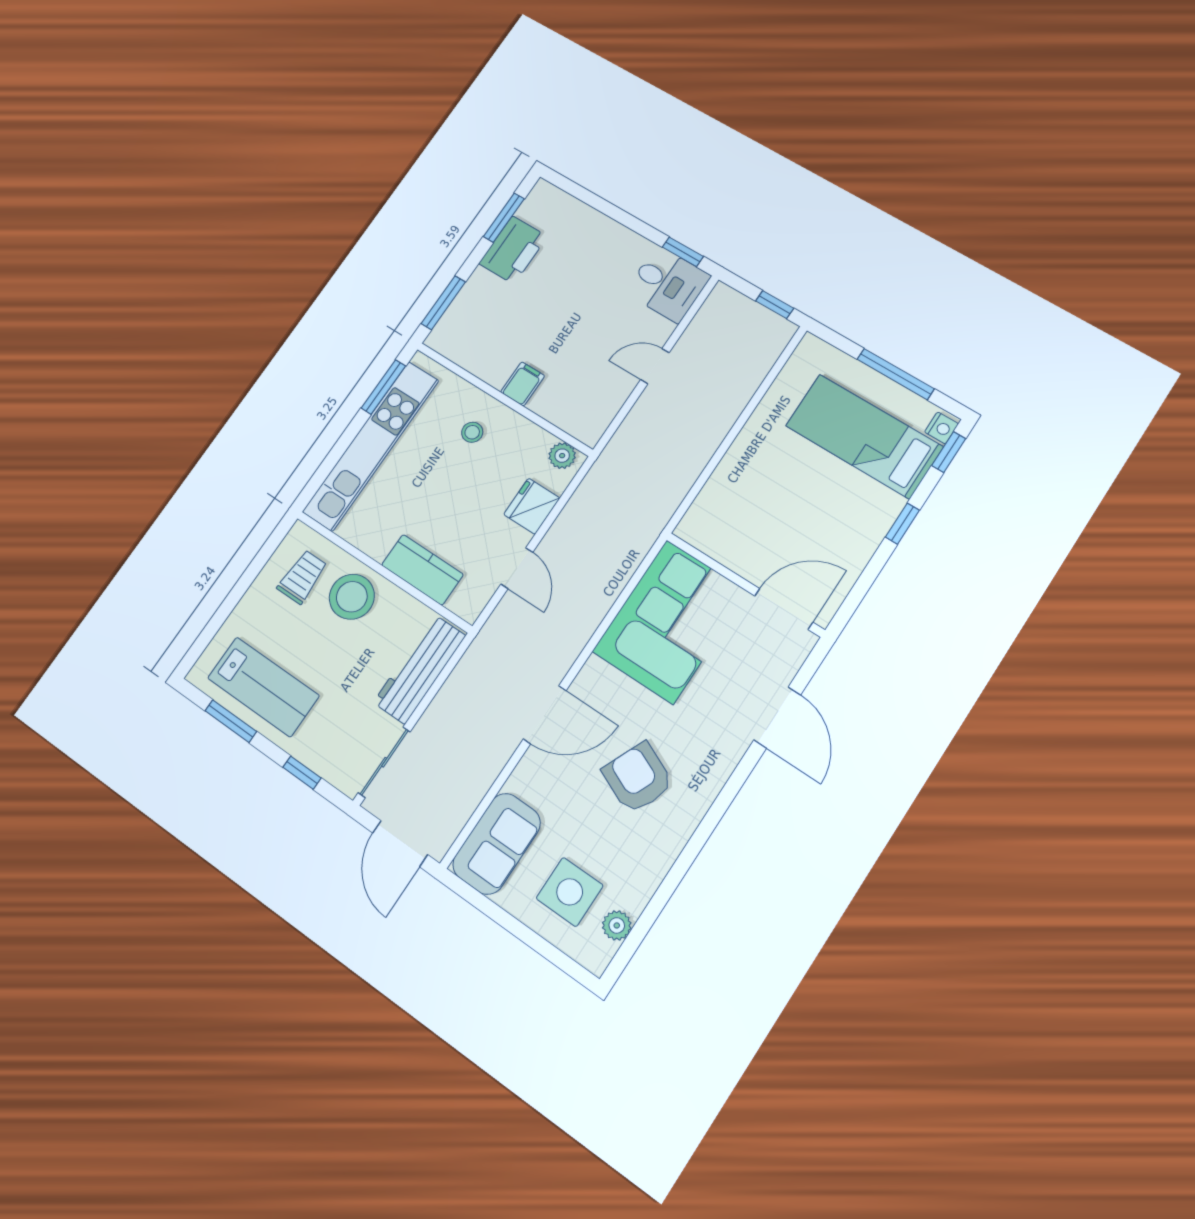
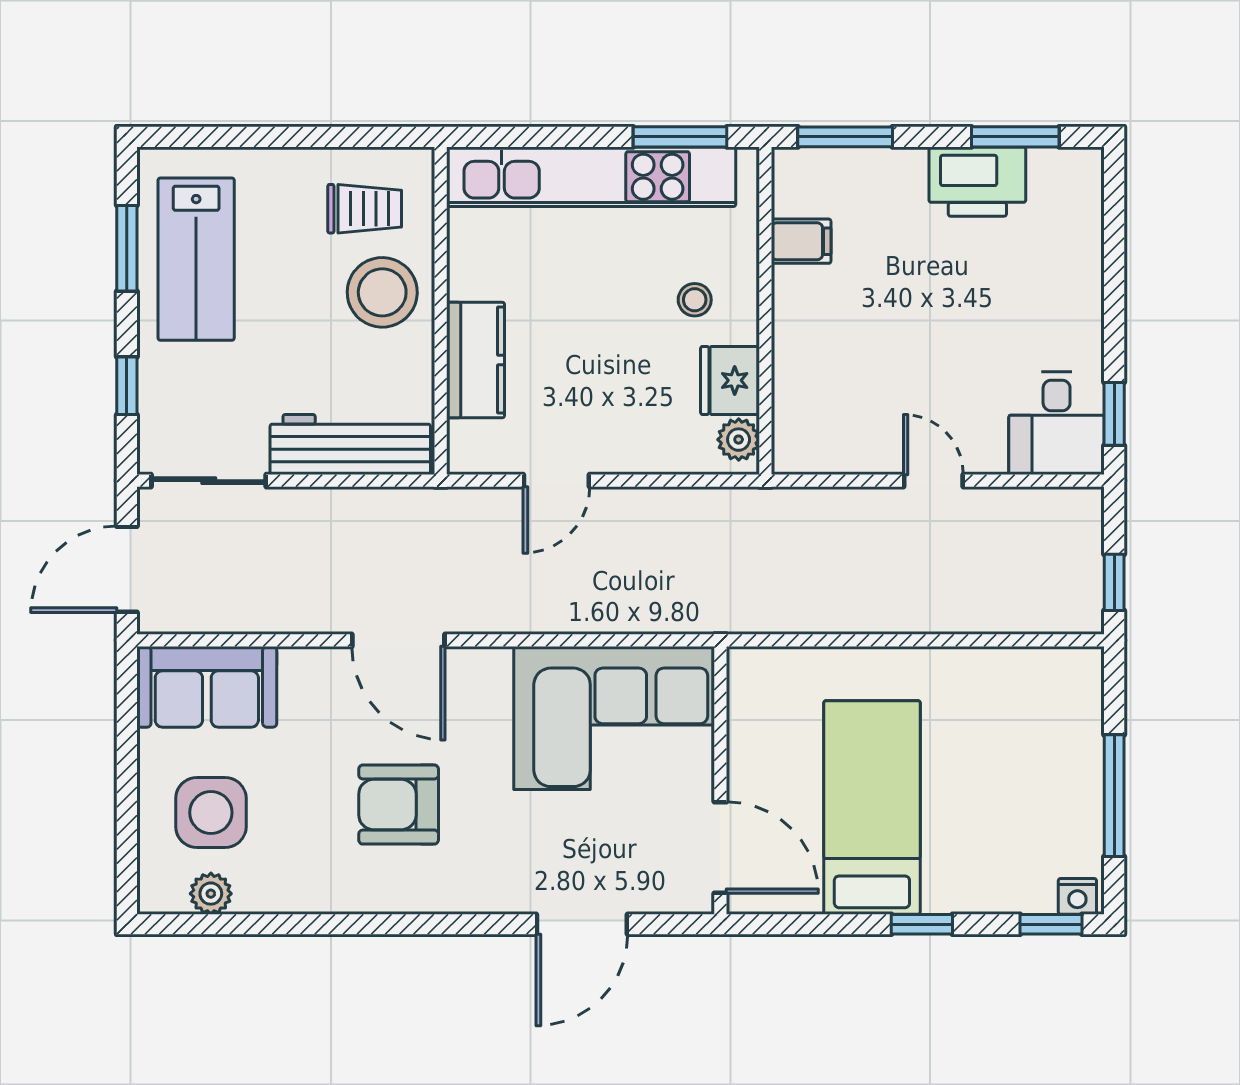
filing cabinet: (523, 384) -> (801, 241), moved
bed: (864, 436) -> (872, 807), moved
fridge: (532, 506) -> (730, 380), moved, turned -90
armchair: (638, 778) -> (399, 805), turned -114

